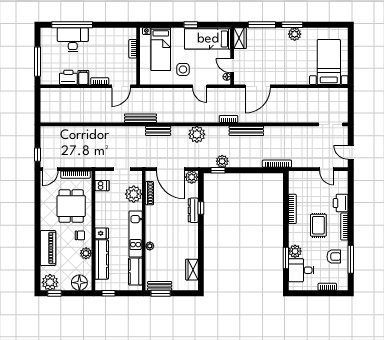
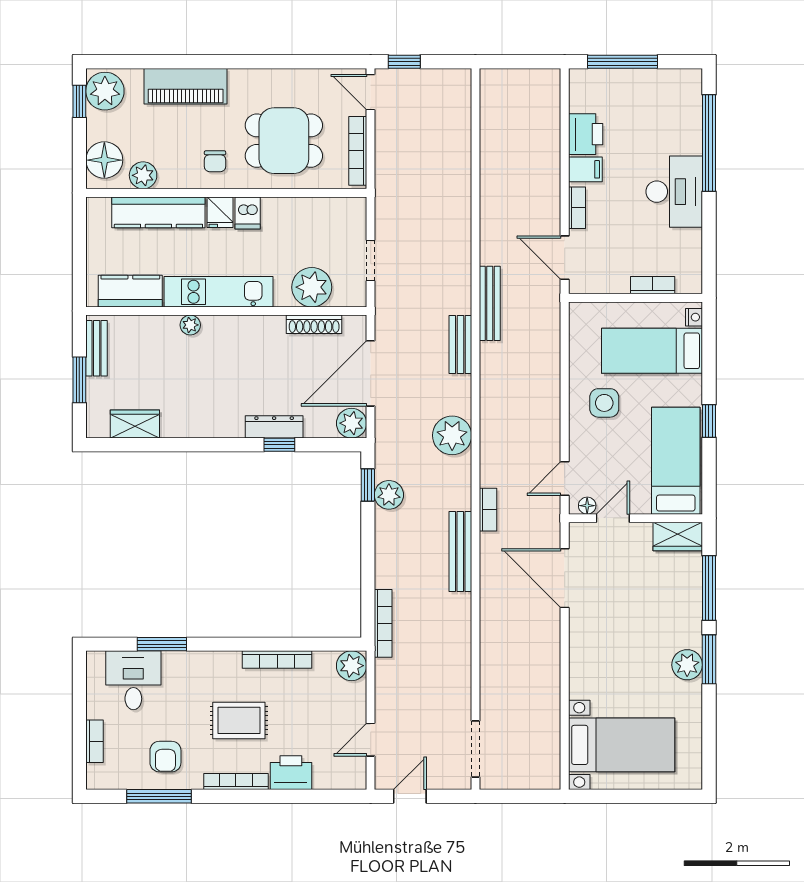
desk: (73, 40) -> (674, 192), moved
door: (200, 86) -> (565, 479), moved
dishwasher: (102, 186) -> (248, 213), moved
plant: (295, 251) -> (352, 666), moved
plant: (86, 253) -> (143, 175), moved
window: (108, 293) -> (79, 228), removed
window: (161, 293) -> (79, 380), moved

